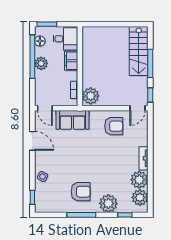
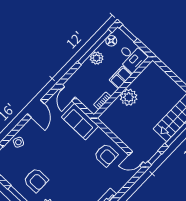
plant: (91, 96) -> (129, 97), moved

